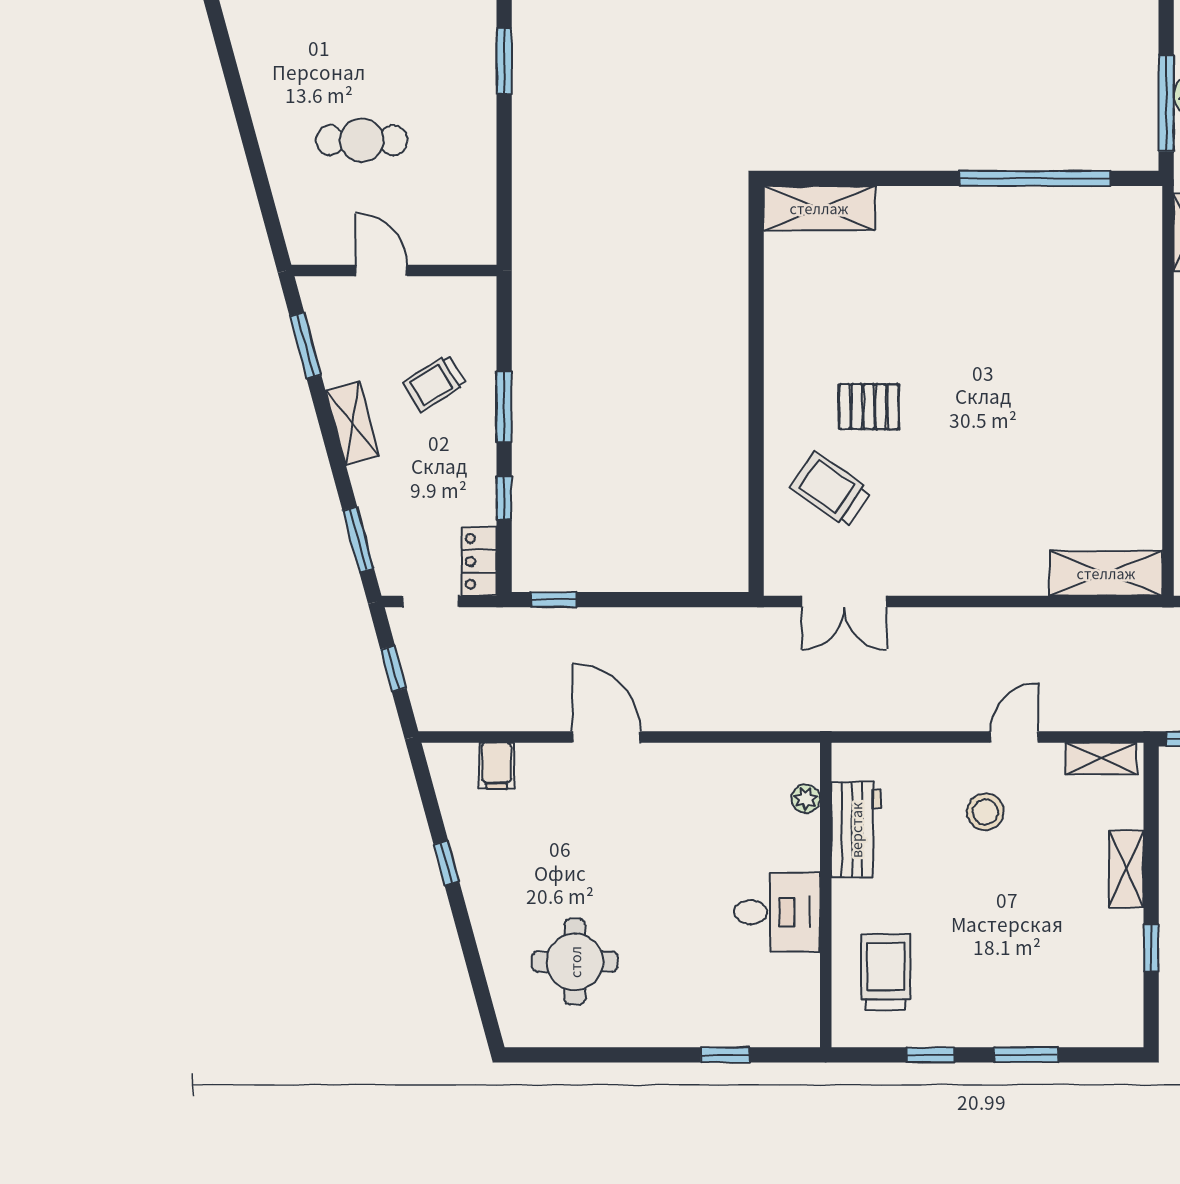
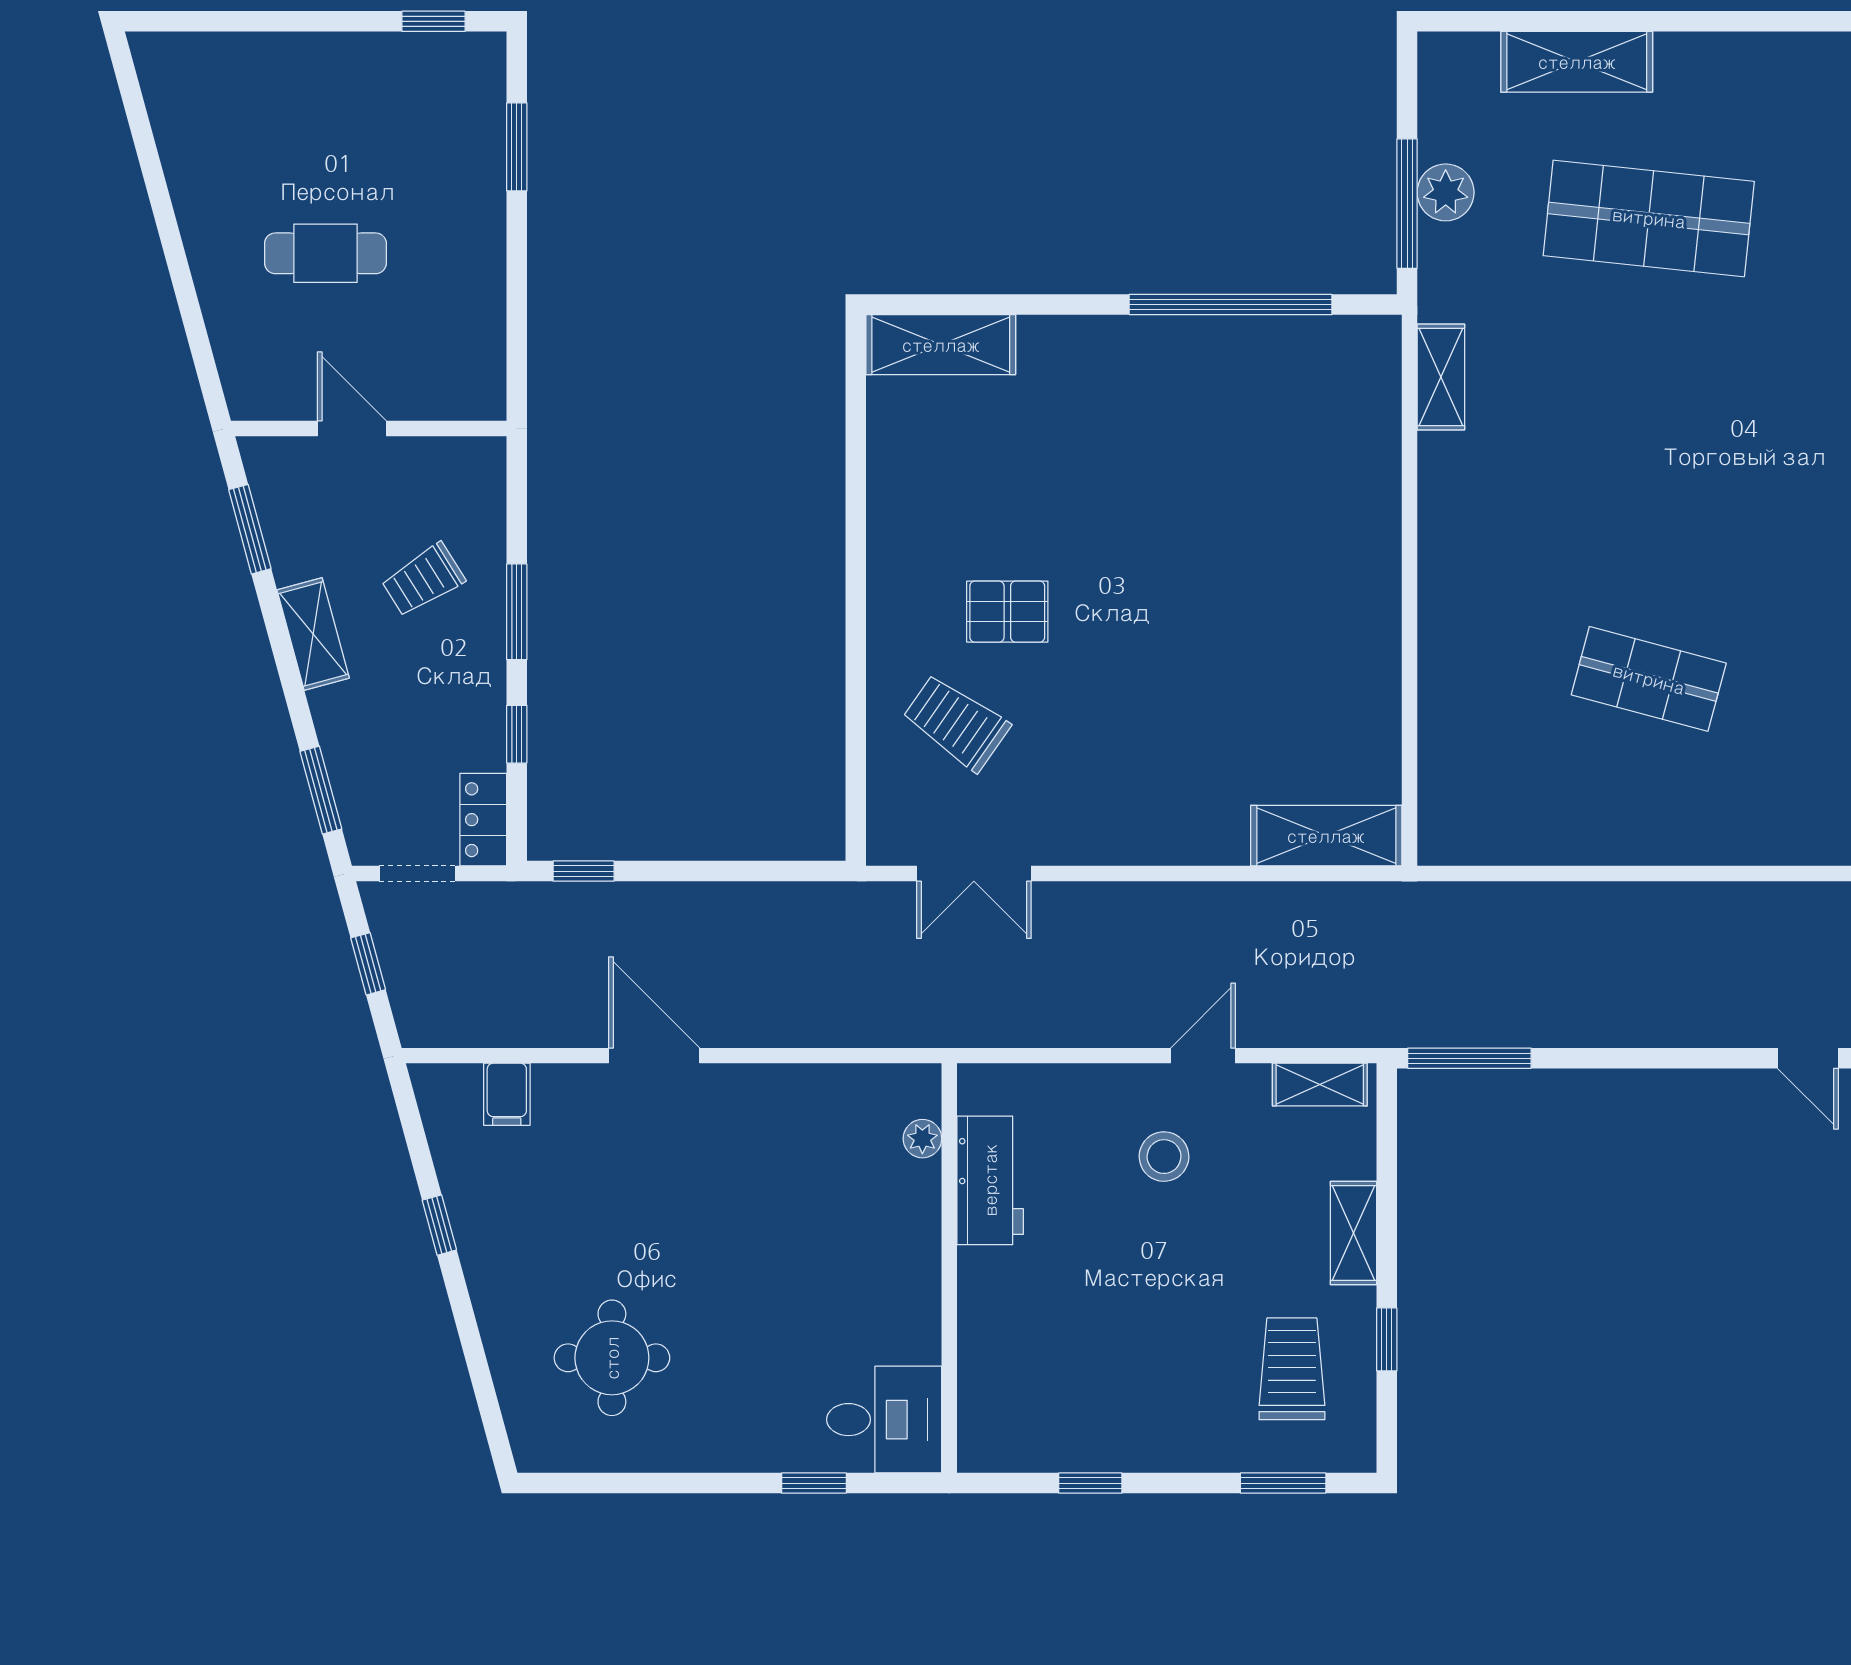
desk: (777, 912) -> (884, 1420), moved
trolley: (886, 972) -> (1292, 1369), moved
window: (1026, 1055) -> (1283, 1483), moved

